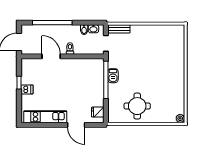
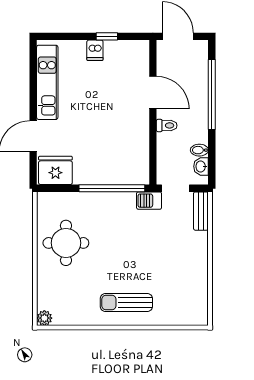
door: (51, 56) -> (153, 93), hinge flipped
sun lounger: (171, 71) -> (126, 303), added
barbecue: (113, 76) -> (149, 201), moved
fridge: (98, 112) -> (55, 170), width x1.88, depth x1.34

